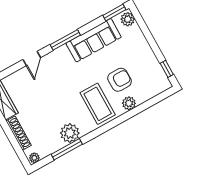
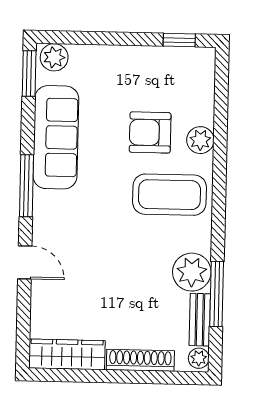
armchair: (120, 80) -> (150, 132), turned -90
bench: (51, 149) -> (200, 320), added

